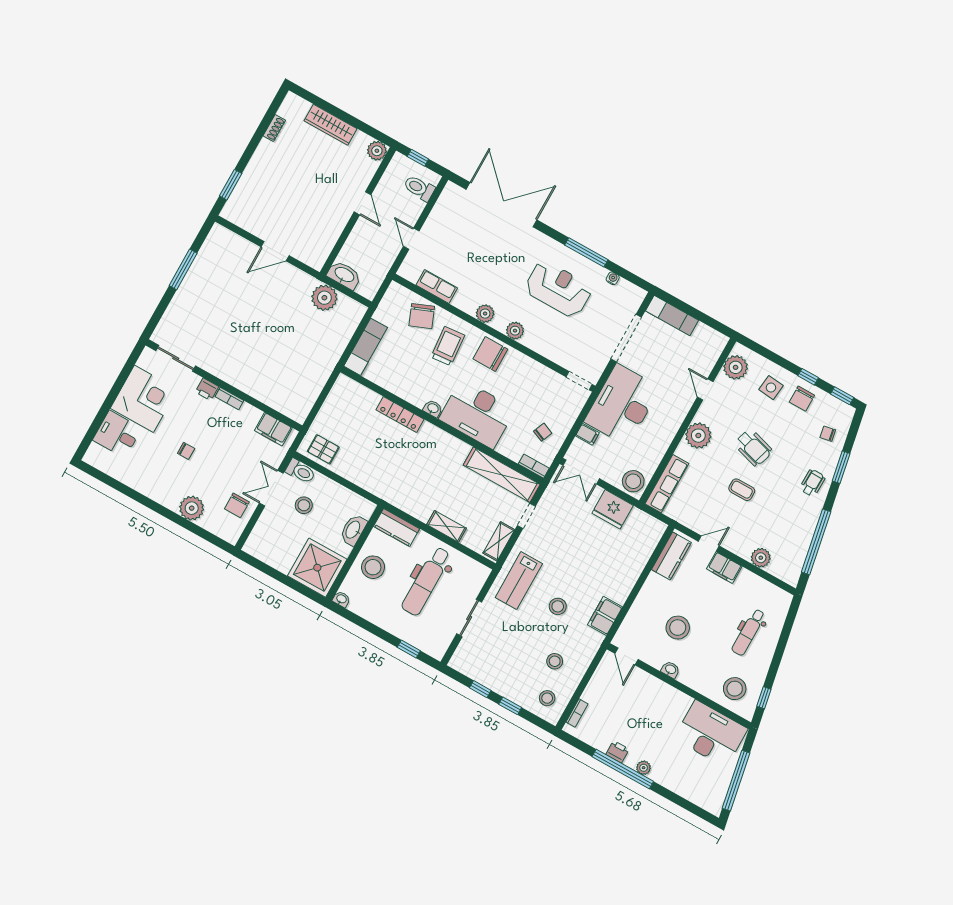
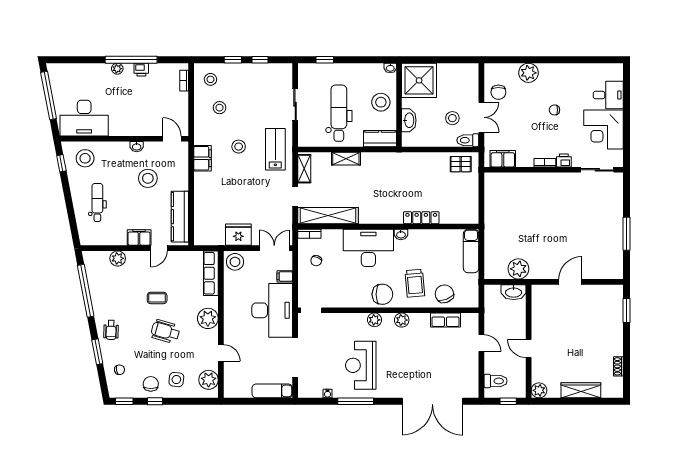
reception desk: (558, 289) -> (361, 365), turned 90
chair: (237, 505) -> (498, 92), turned 180
kitchen counter: (671, 556) -> (180, 217), width x1.50

